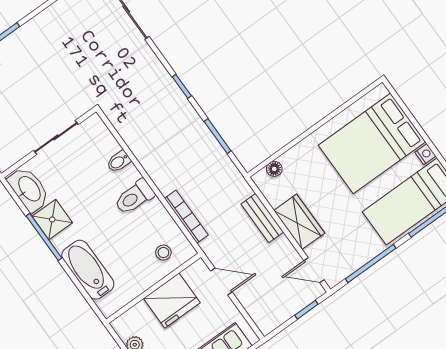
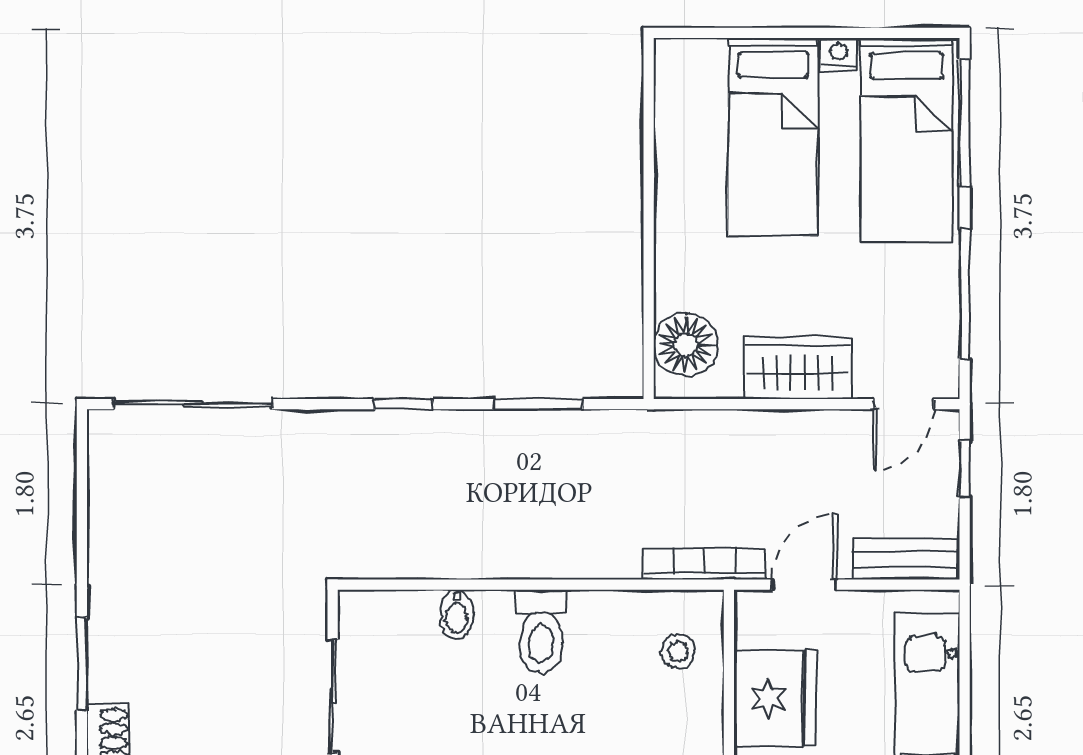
bed: (372, 143) -> (773, 137), width x0.67
floor lamp: (274, 169) -> (686, 345), width x1.89, depth x1.89
bookcase: (186, 217) -> (704, 564), moved
bench: (262, 218) -> (907, 559), moved

